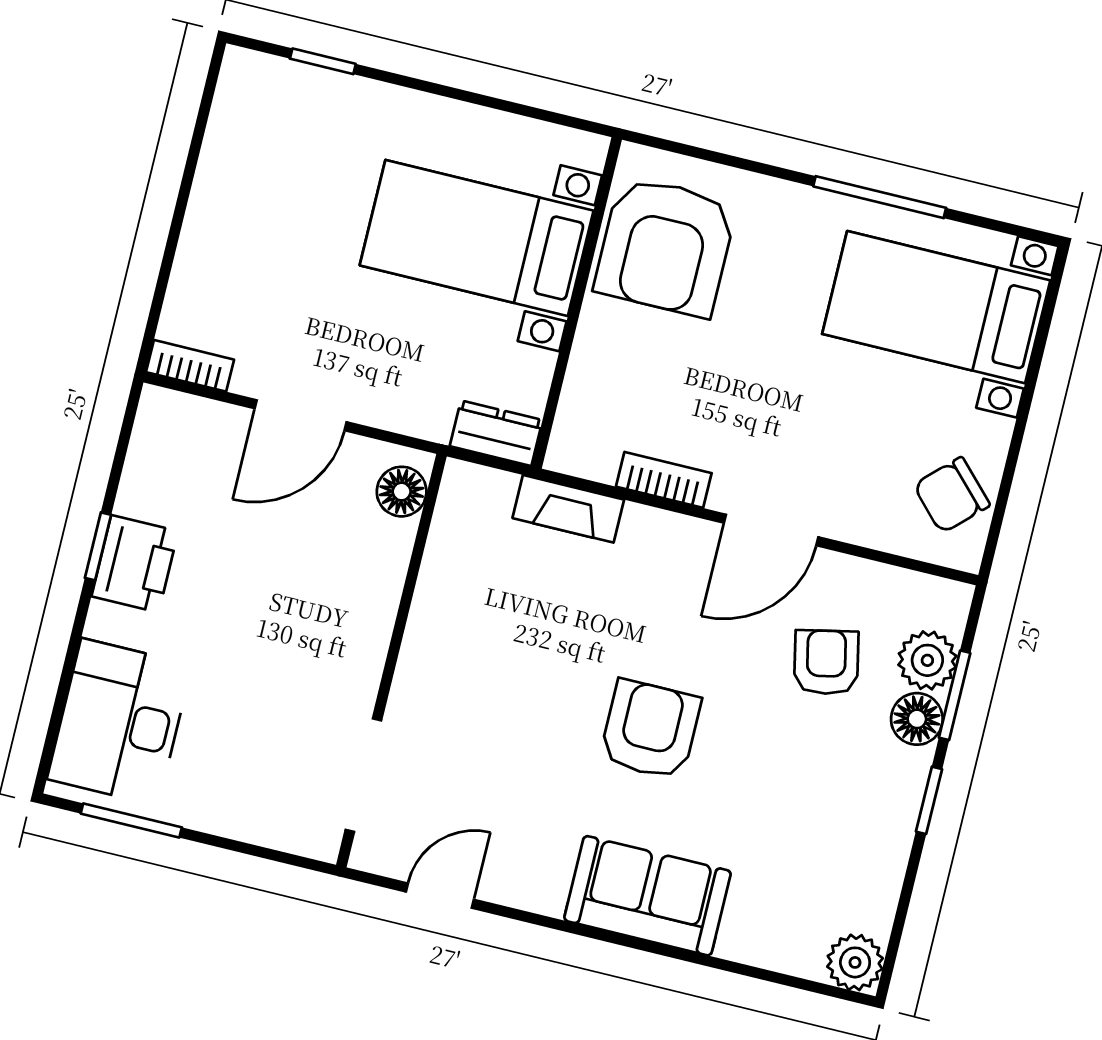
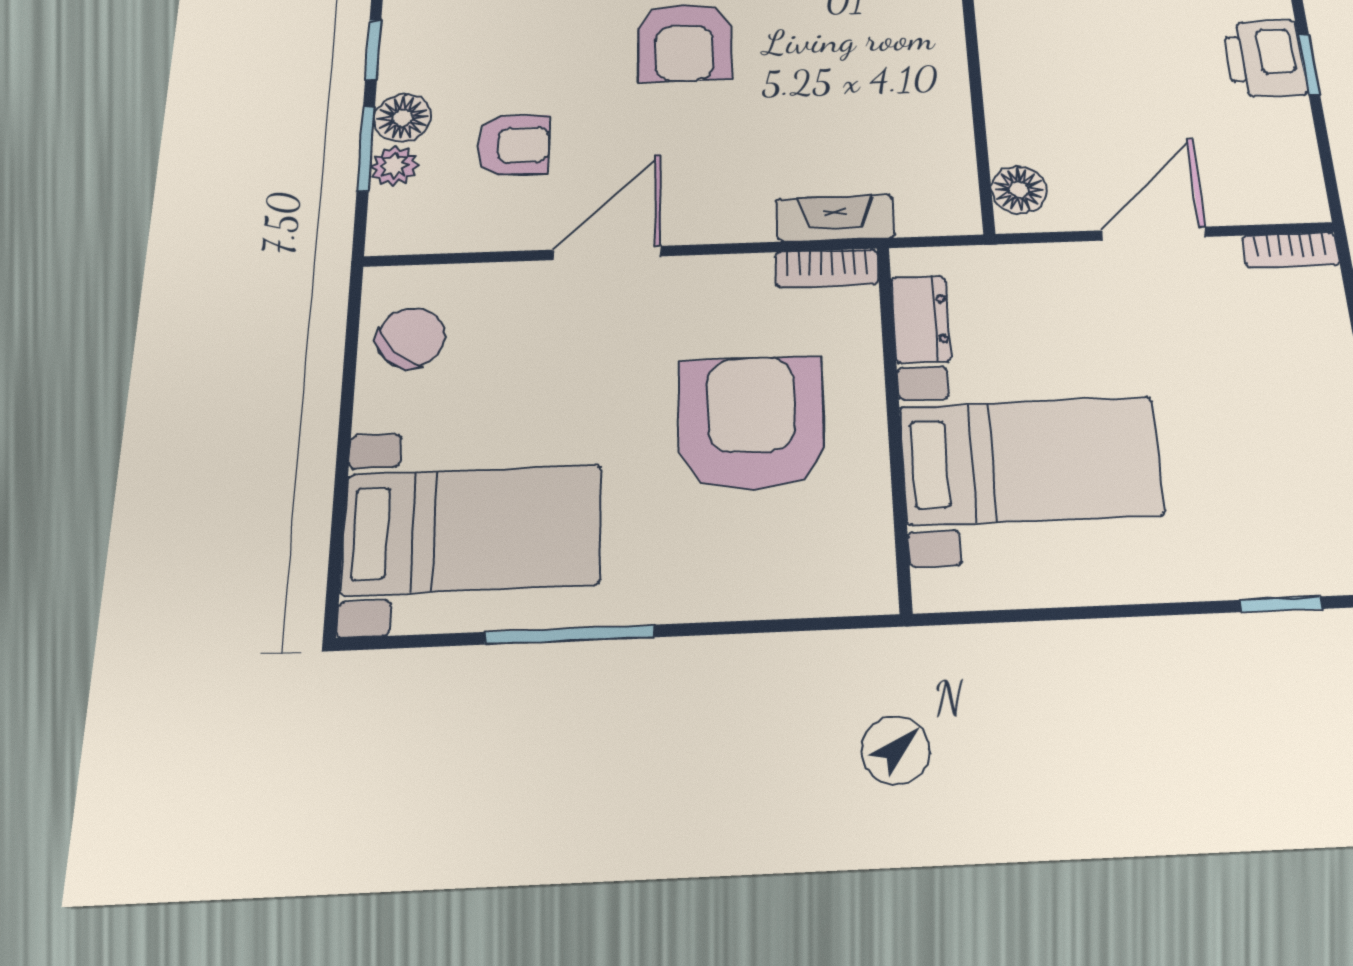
armchair: (665, 246) -> (752, 423), moved
dresser: (496, 433) -> (921, 319), moved, turned -90
bookcase: (664, 480) -> (827, 268), moved
plant: (927, 660) -> (394, 166), width x0.73, depth x0.73
armchair: (826, 662) -> (514, 145), turned -78

